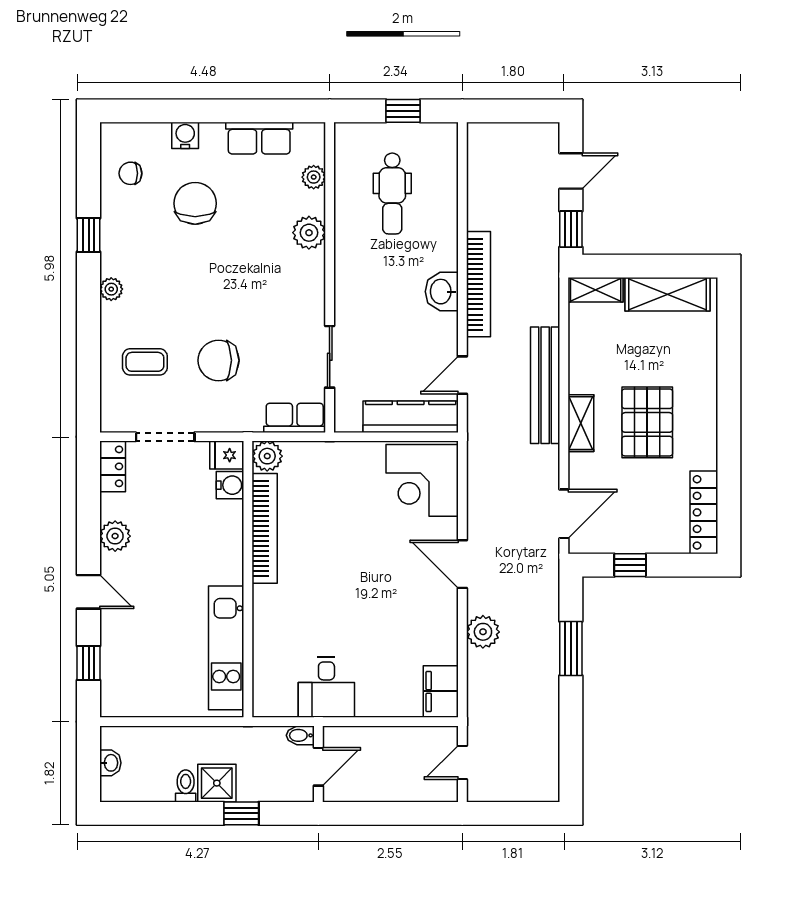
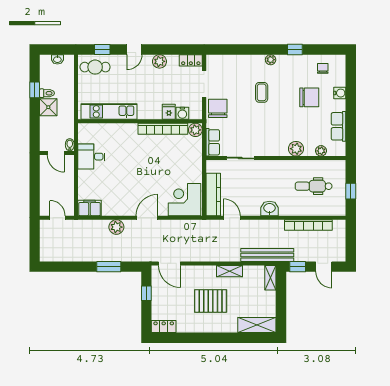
bookcase: (479, 284) -> (308, 225), moved
shelving: (667, 294) -> (257, 325), moved, turned 90
chair: (219, 360) -> (218, 108), moved
coffee table: (145, 362) -> (262, 92), moved
bench: (545, 385) -> (267, 255), moved
shelving: (581, 423) -> (230, 271), moved
fridge: (227, 455) -> (169, 112), moved
locker: (704, 512) -> (164, 326), width x0.66
cafe table: (128, 679) -> (95, 67), added
window: (241, 813) -> (35, 90), moved

